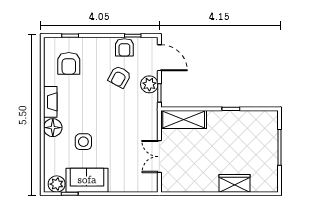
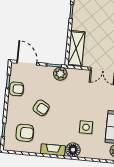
door: (159, 58) -> (27, 63), hinge flipped
armchair: (120, 77) -> (41, 108), moved
plant: (149, 84) -> (60, 74), moved

